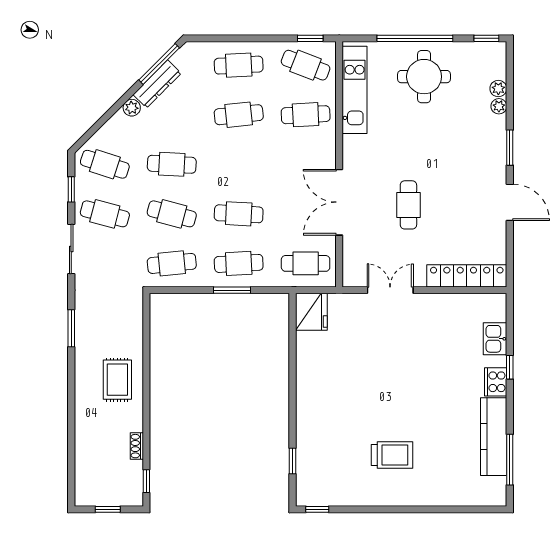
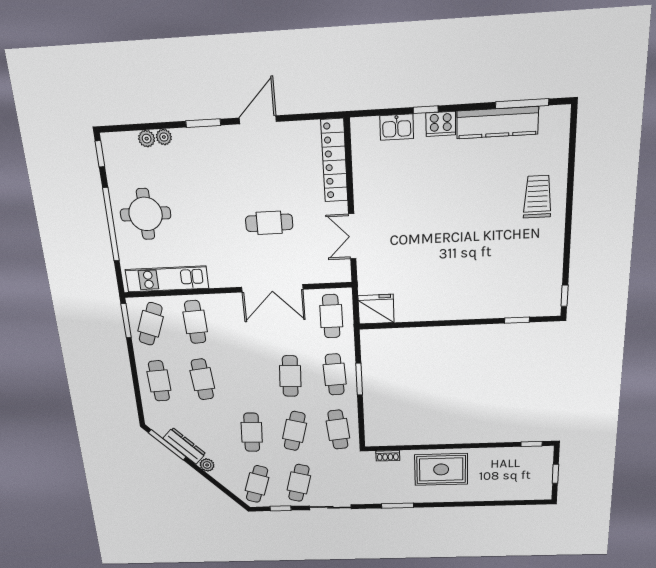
window: (310, 38) -> (126, 321), width x1.50
rug: (117, 380) -> (441, 469), width x1.36, depth x1.43
shoe rack: (137, 446) -> (388, 456), moved
trolley: (392, 455) -> (538, 197), moved

